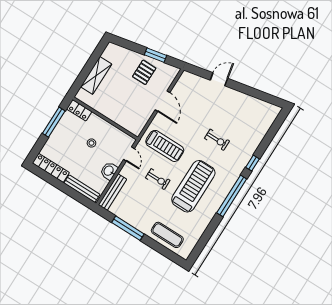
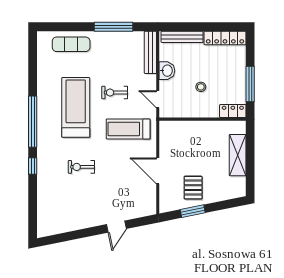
treadmill: (193, 186) -> (76, 107), turned 180

